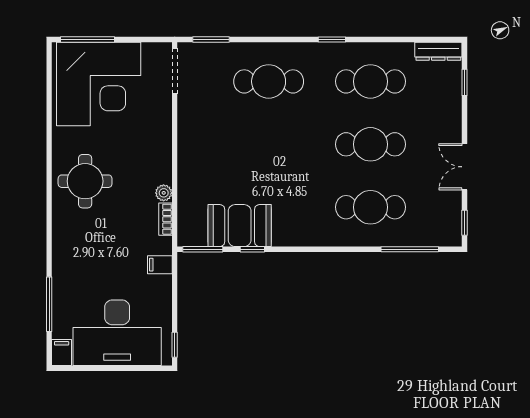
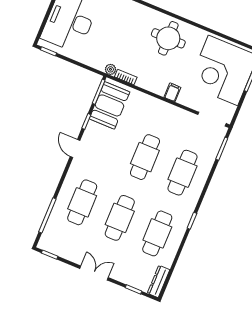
cafe table: (269, 144) -> (145, 157), added
double door: (464, 167) -> (94, 273), moved
plant: (164, 193) -> (110, 69), moved
booth: (240, 226) -> (109, 105), moved
door: (298, 249) -> (75, 149), added
filing cabinet: (160, 265) -> (172, 92), moved

